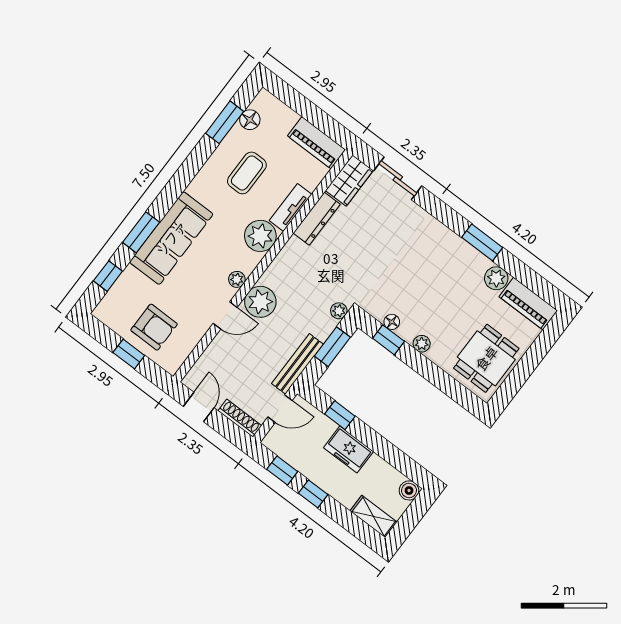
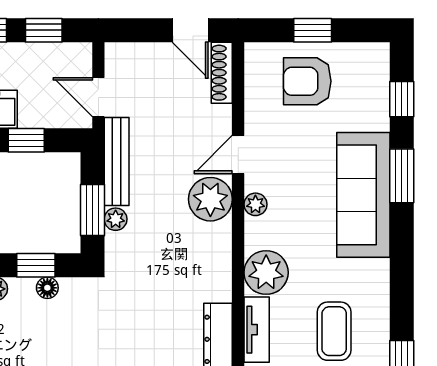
plant: (339, 311) -> (116, 219), moved
door: (280, 409) -> (98, 97), hinge flipped
shoe rack: (240, 418) -> (222, 73), moved, turned 90

